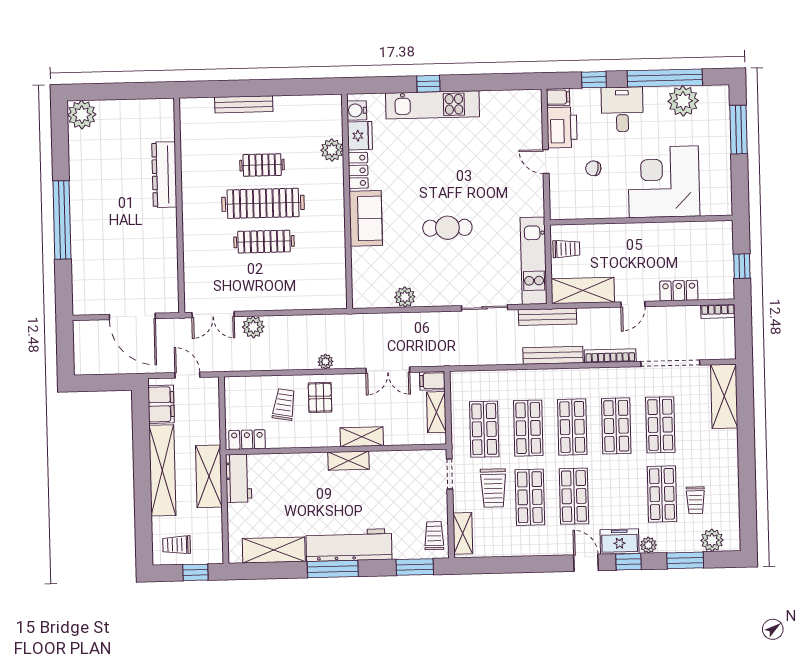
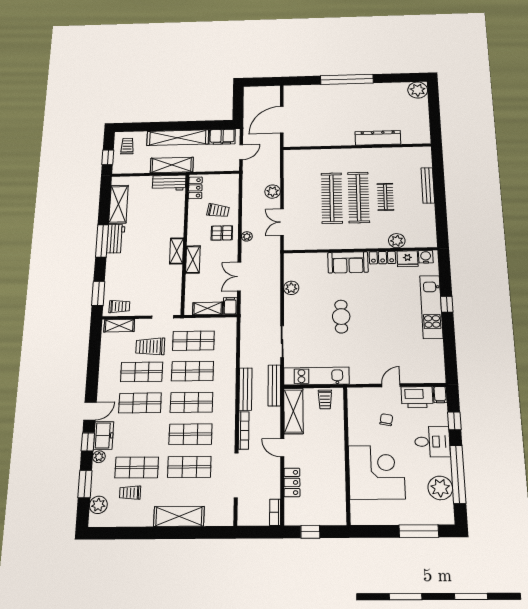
clothes rail: (264, 242) -> (332, 198), width x1.37, depth x1.31
double door: (213, 314) -> (282, 222), moved
shelving: (724, 396) -> (179, 516), moved
workbench: (349, 545) -> (116, 239), width x0.53, depth x0.76

